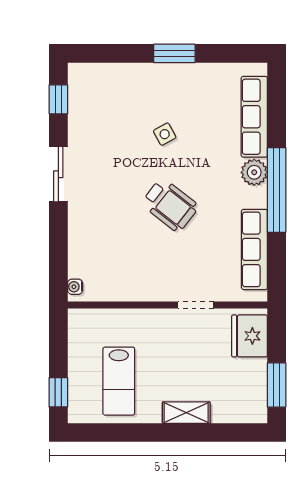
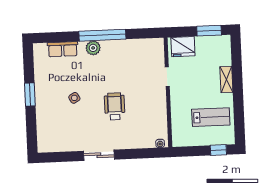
window: (58, 99) -> (58, 157), removed
row of seats: (254, 117) -> (63, 49), width x0.68
wheelchair: (170, 205) -> (115, 106), moved, turned -38
row of seats: (254, 249) -> (135, 46), removed

